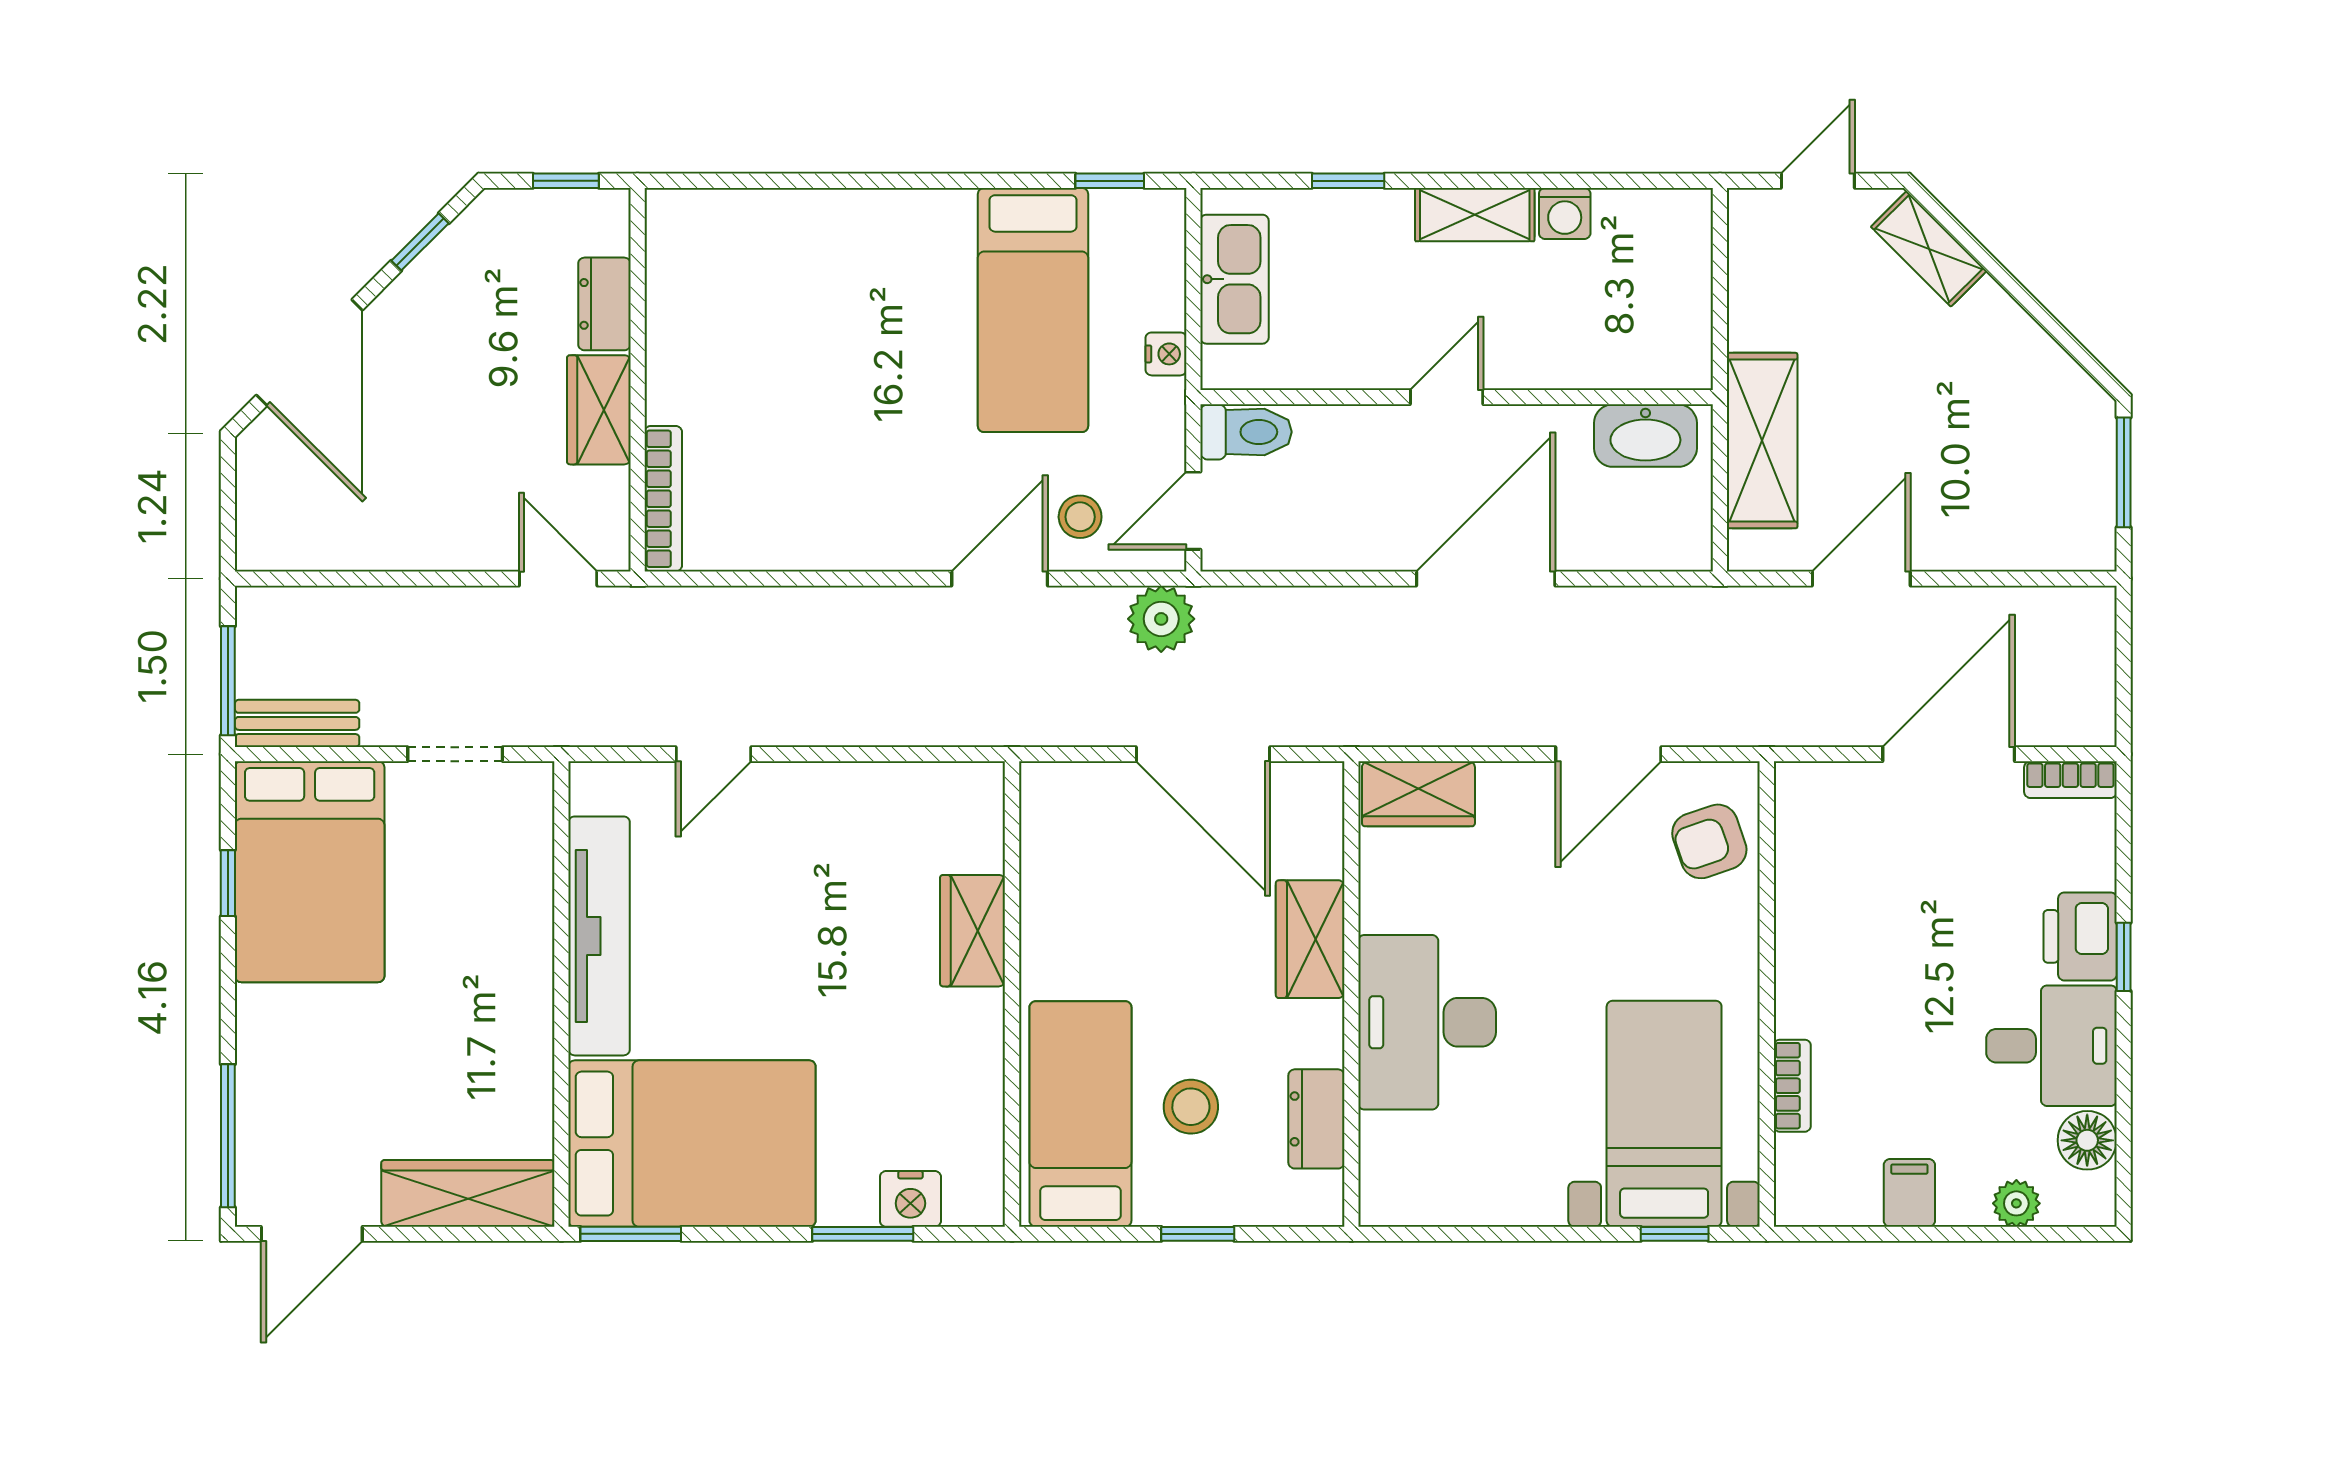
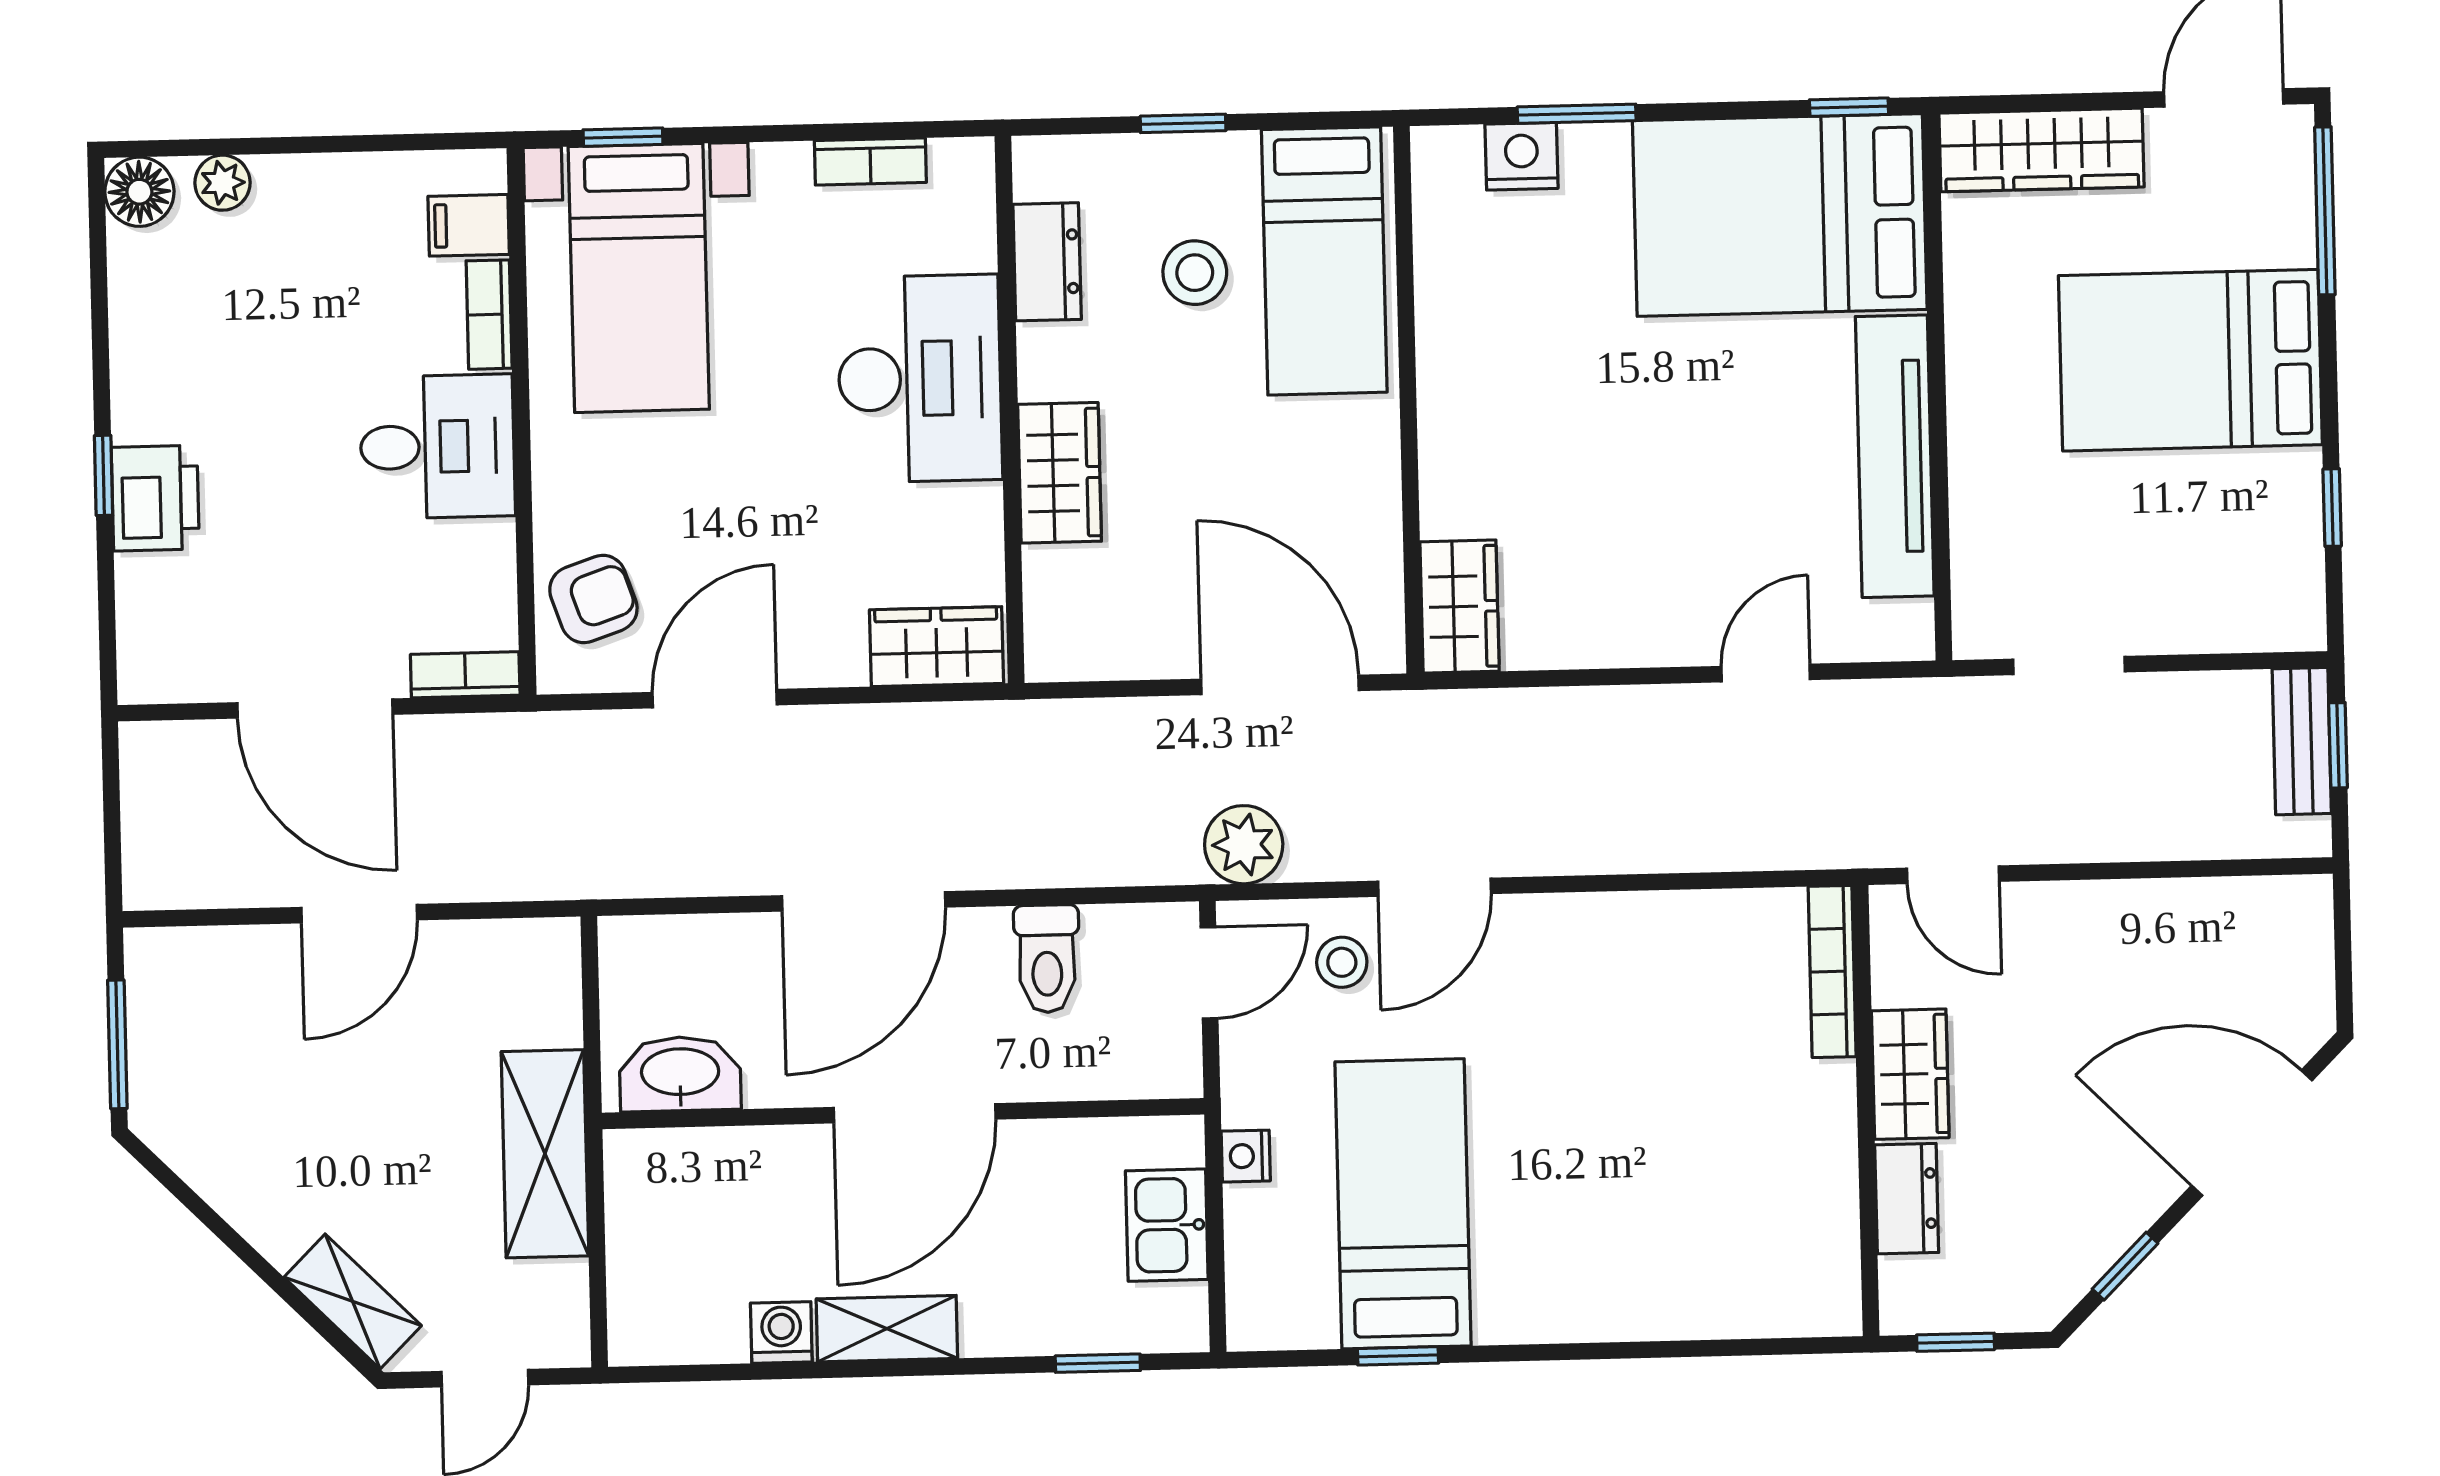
window: (1110, 181) -> (1398, 1356), moved
window: (1348, 181) -> (1098, 1363), moved
kitchen sink: (1234, 279) -> (1167, 1225), width x0.73
door: (309, 353) -> (2252, 1133), hinge flipped
door: (1447, 397) -> (915, 1113), width x1.88
toilet: (1246, 432) -> (1047, 959), moved, turned -90
shelving: (1762, 441) -> (545, 1154), moved
door: (1861, 579) -> (359, 914), moved
window: (228, 681) -> (2338, 745), width x0.67
bench: (297, 723) -> (2302, 741), moved, turned 90
door: (1203, 754) -> (1280, 685), moved
door: (1949, 754) -> (315, 708), hinge flipped
bookcase: (2070, 780) -> (465, 675), moved
bed: (310, 872) -> (2190, 360), moved, turned -90
wardrobe: (973, 931) -> (1460, 607), moved
desk: (2051, 1046) -> (437, 447), moved, turned 180
floor lamp: (2087, 1140) -> (139, 192), moved
filing cabinet: (1909, 1193) -> (469, 225), moved, turned 90
bookcase: (1465, 1208) -> (870, 161), added
window: (631, 1234) -> (1849, 107), width x0.67

